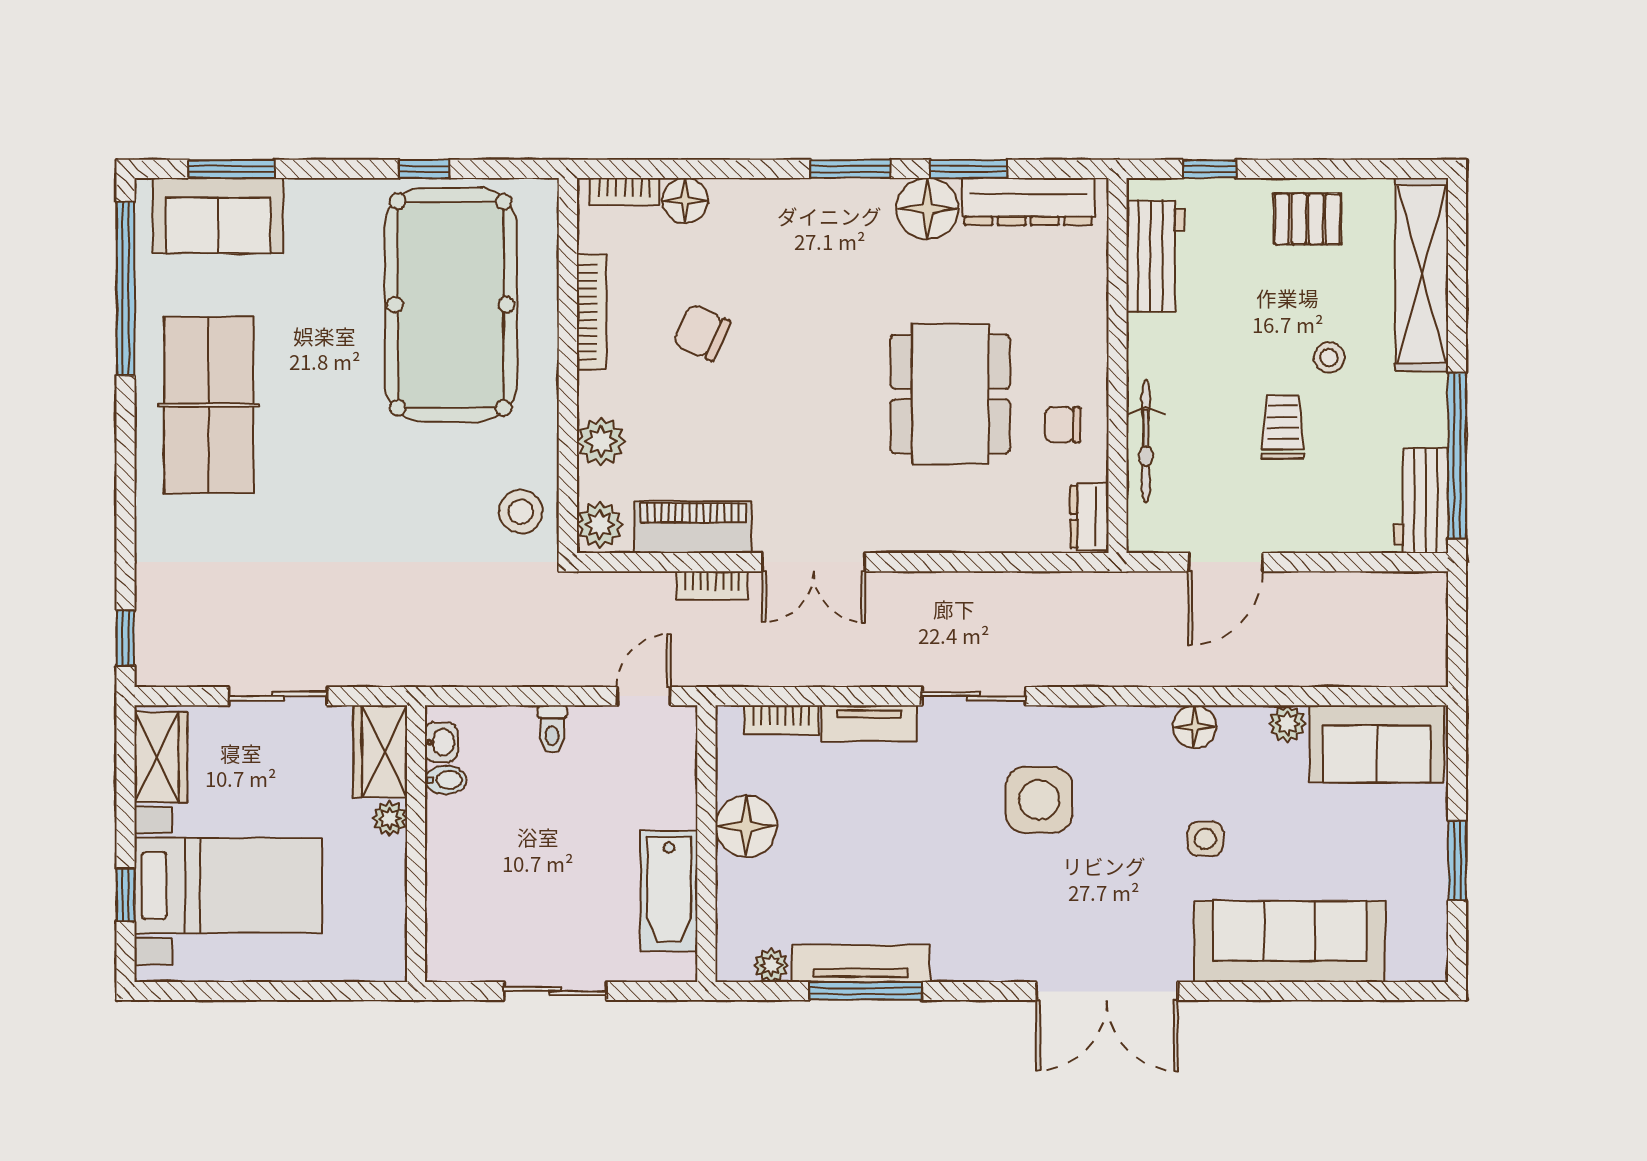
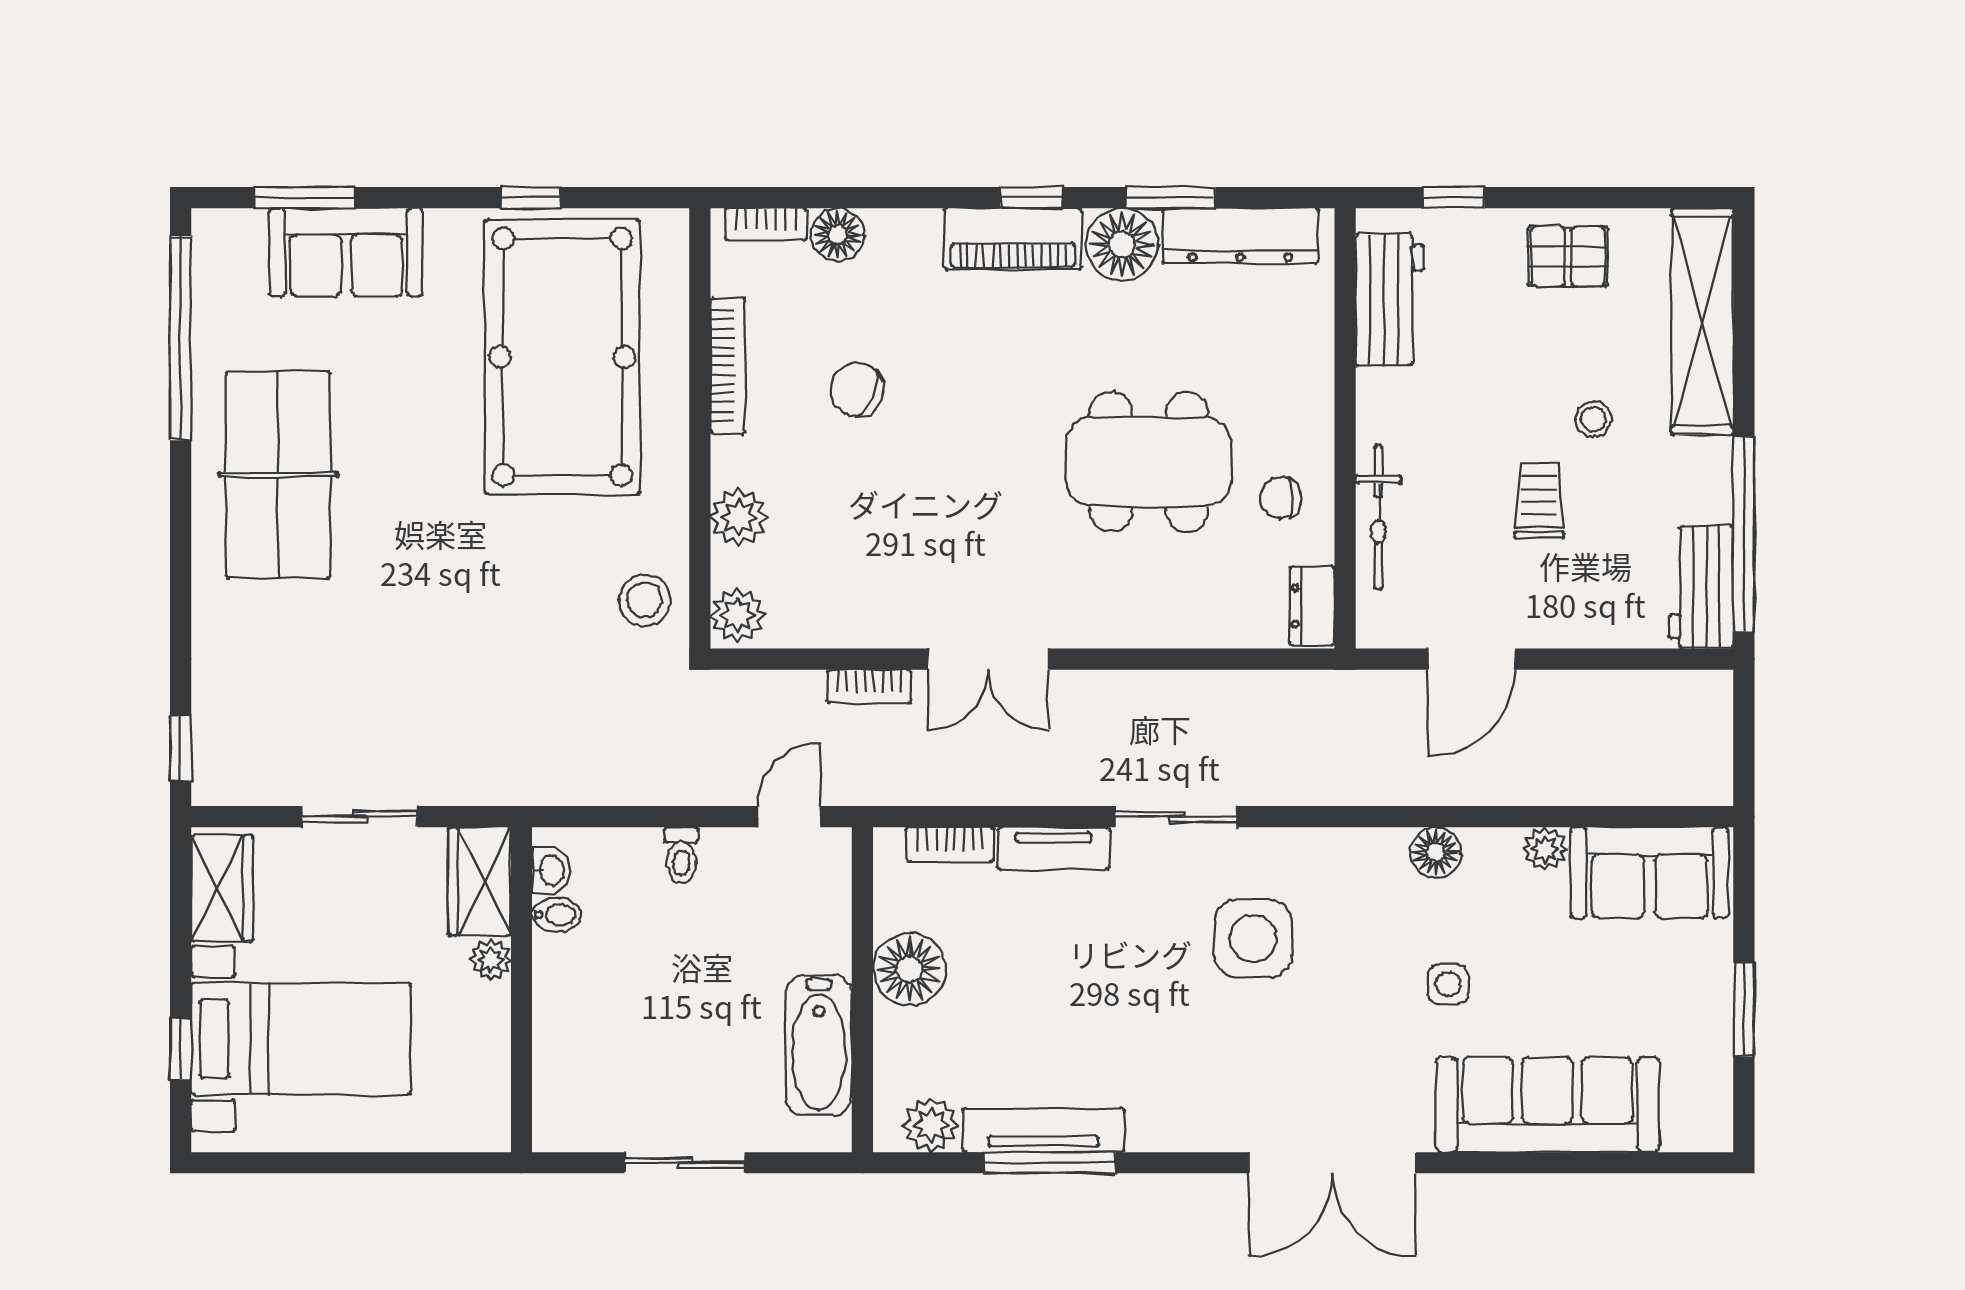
window: (850, 169) -> (1031, 198), width x0.67
sofa: (218, 216) -> (346, 252), moved
dining table: (950, 394) -> (1149, 462), turned 90
piano: (693, 527) -> (1013, 239), moved, turned 180
plant: (771, 965) -> (931, 1125), width x1.38, depth x1.38

